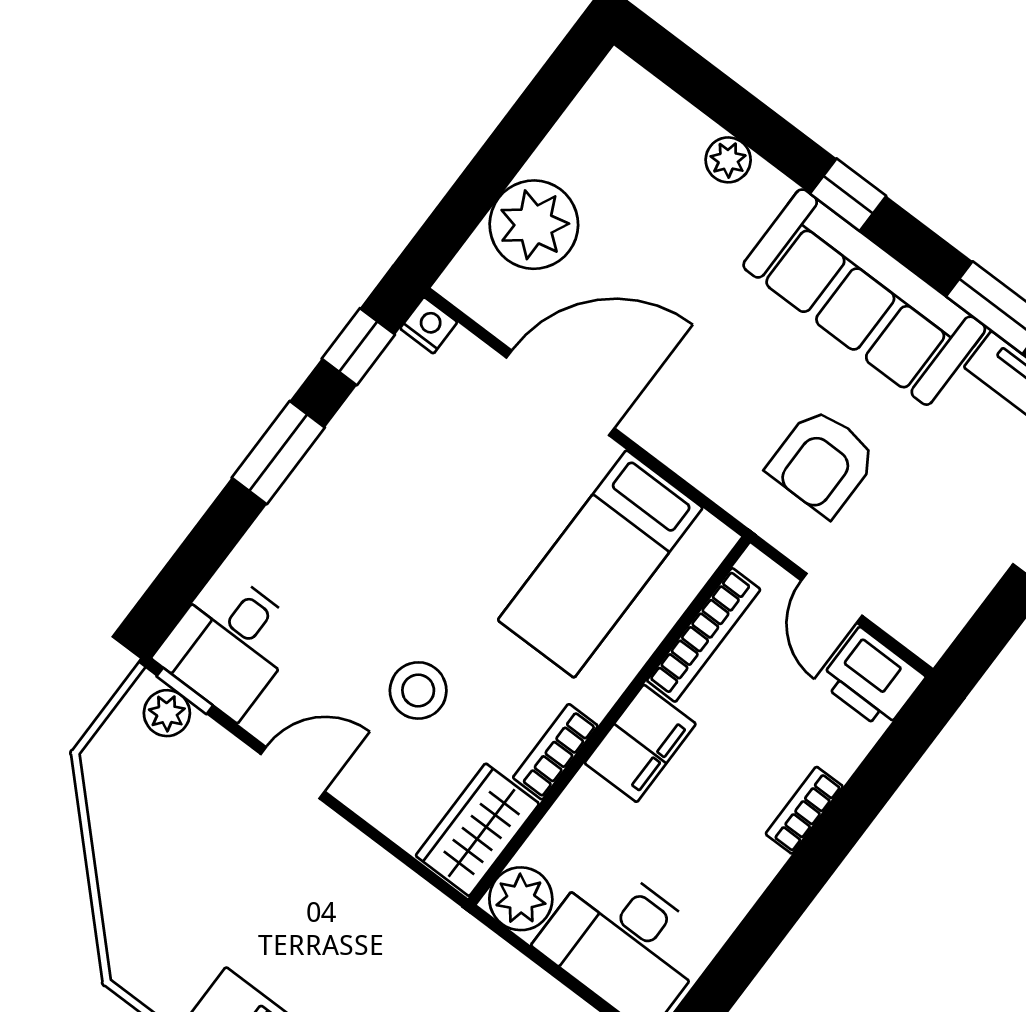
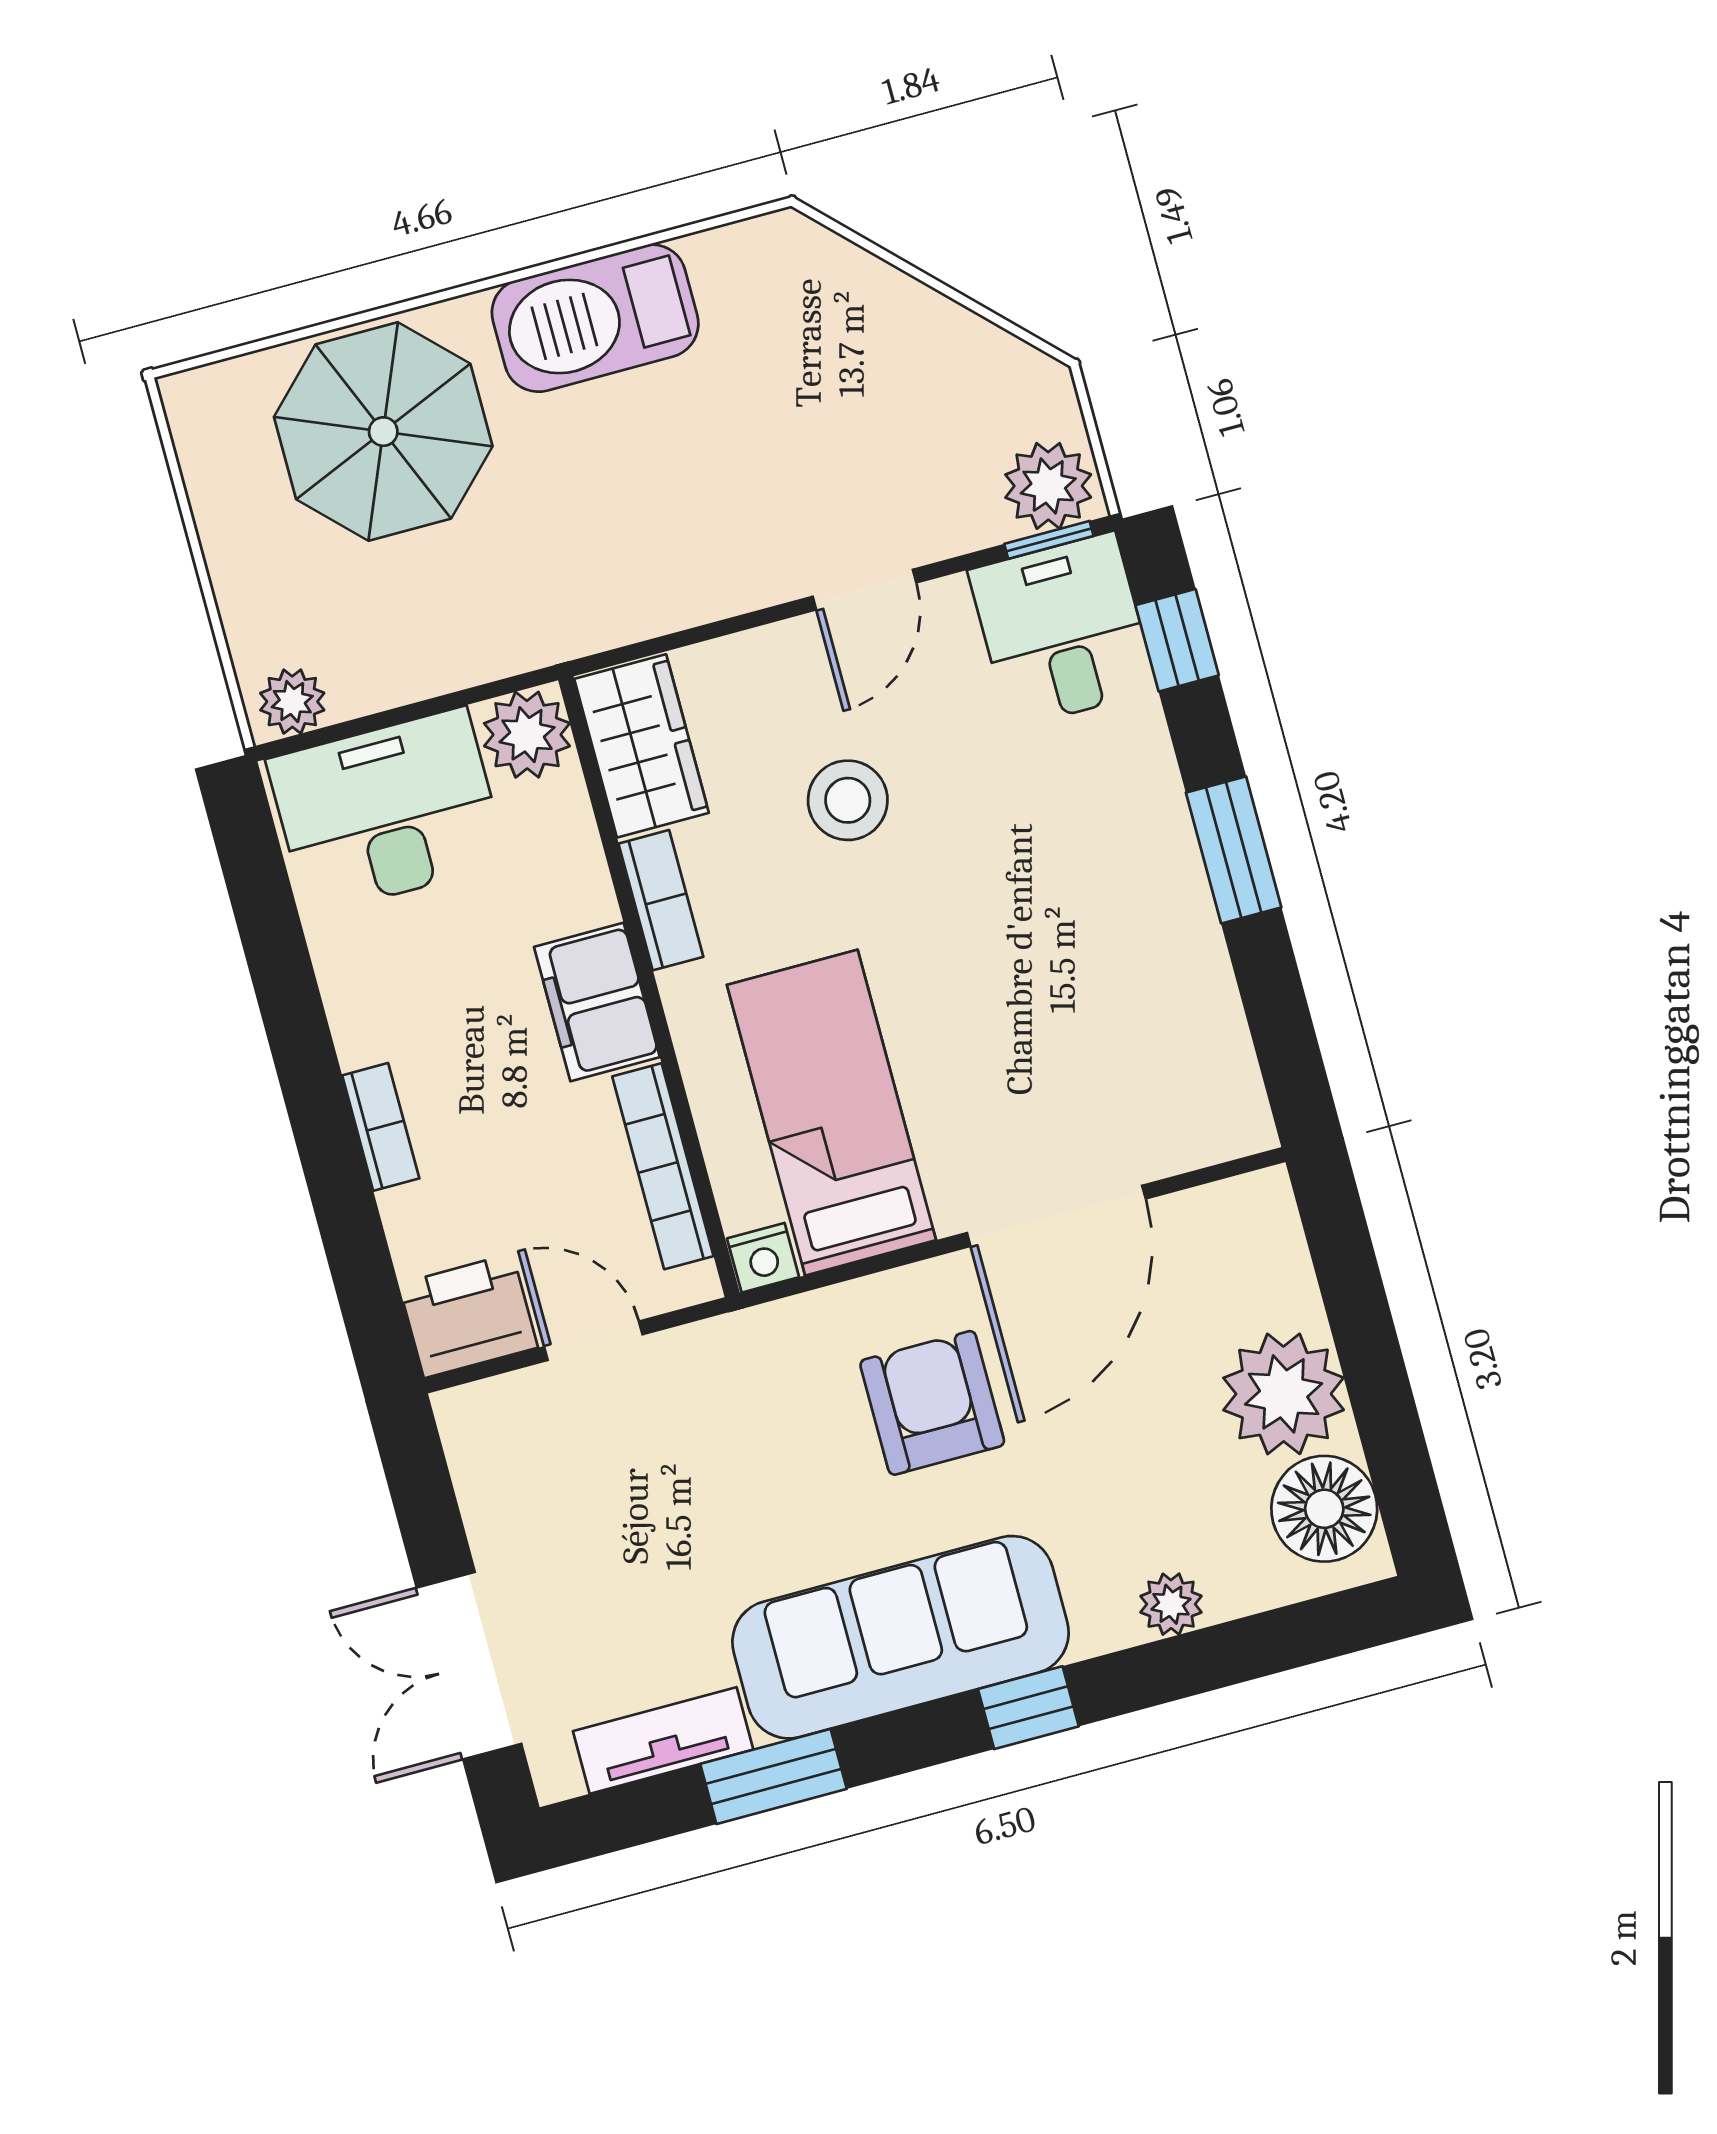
floor lamp: (608, 115) -> (1324, 1509), added
plant: (534, 225) -> (1284, 1394), moved
nightstand: (429, 325) -> (763, 1258), moved
window: (358, 347) -> (1177, 640), moved
armchair: (822, 462) -> (932, 1403), moved
plant: (167, 713) -> (1048, 486), width x1.38, depth x1.38

